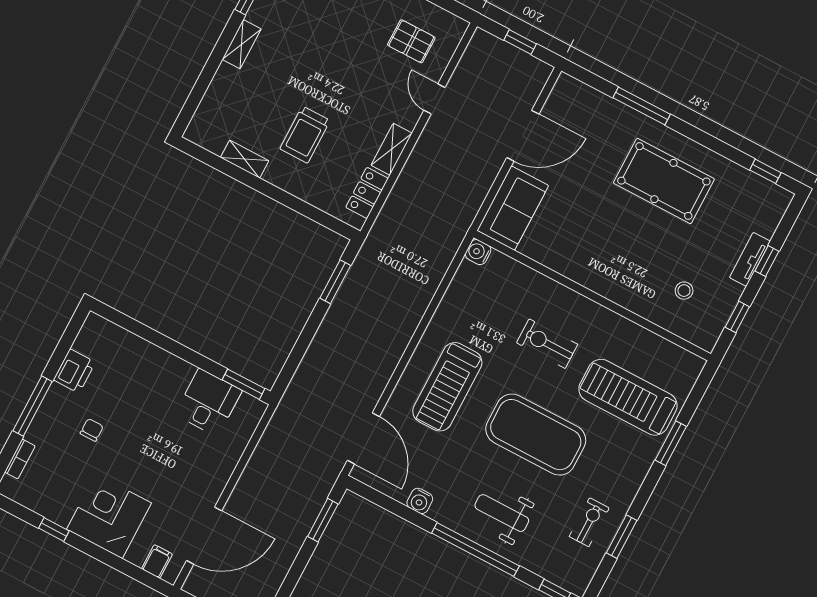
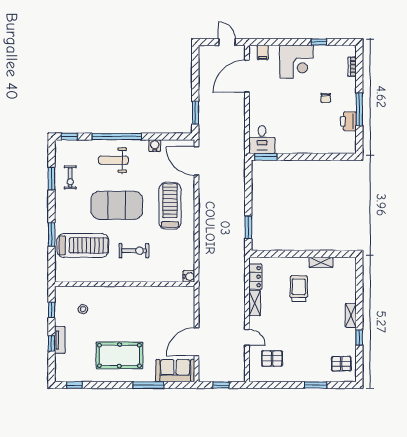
sofa: (513, 208) -> (175, 371), moved, turned 90
desk: (208, 402) -> (262, 140), moved
window: (33, 406) -> (359, 109), moved
weight bench: (502, 513) -> (113, 160), turned 180

